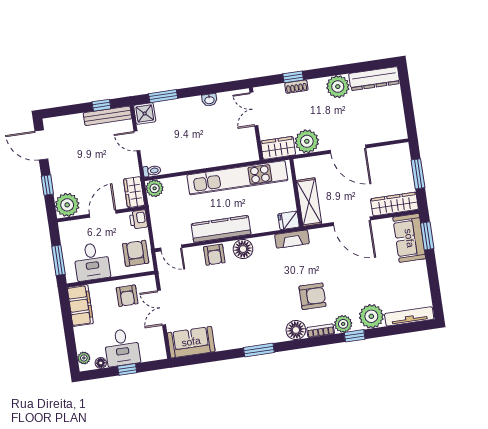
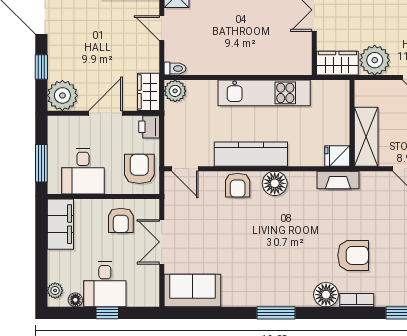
kitchen unit: (237, 178) -> (264, 93), width x0.73
plant: (343, 324) -> (386, 296), removed

